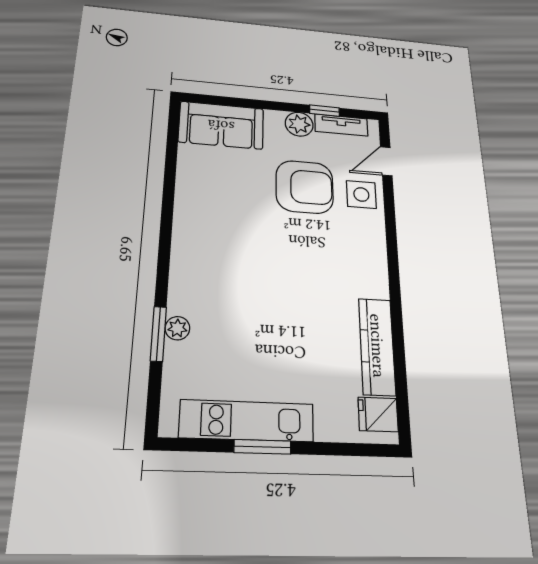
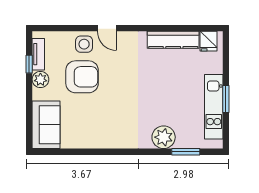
door: (386, 161) -> (107, 28), moved
armchair: (305, 187) -> (82, 77), turned 90
plant: (177, 328) -> (164, 137), width x1.87, depth x1.87
window: (158, 334) -> (186, 152), moved

